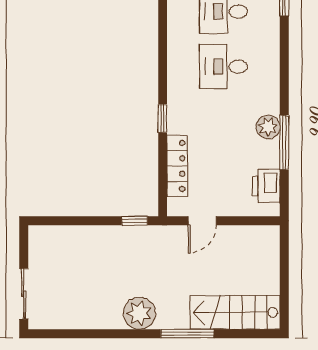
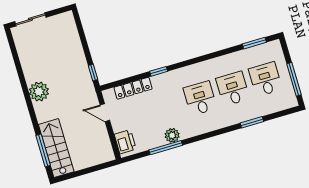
printer: (266, 186) -> (125, 142), moved, turned 90
window: (187, 334) -> (43, 150), moved

